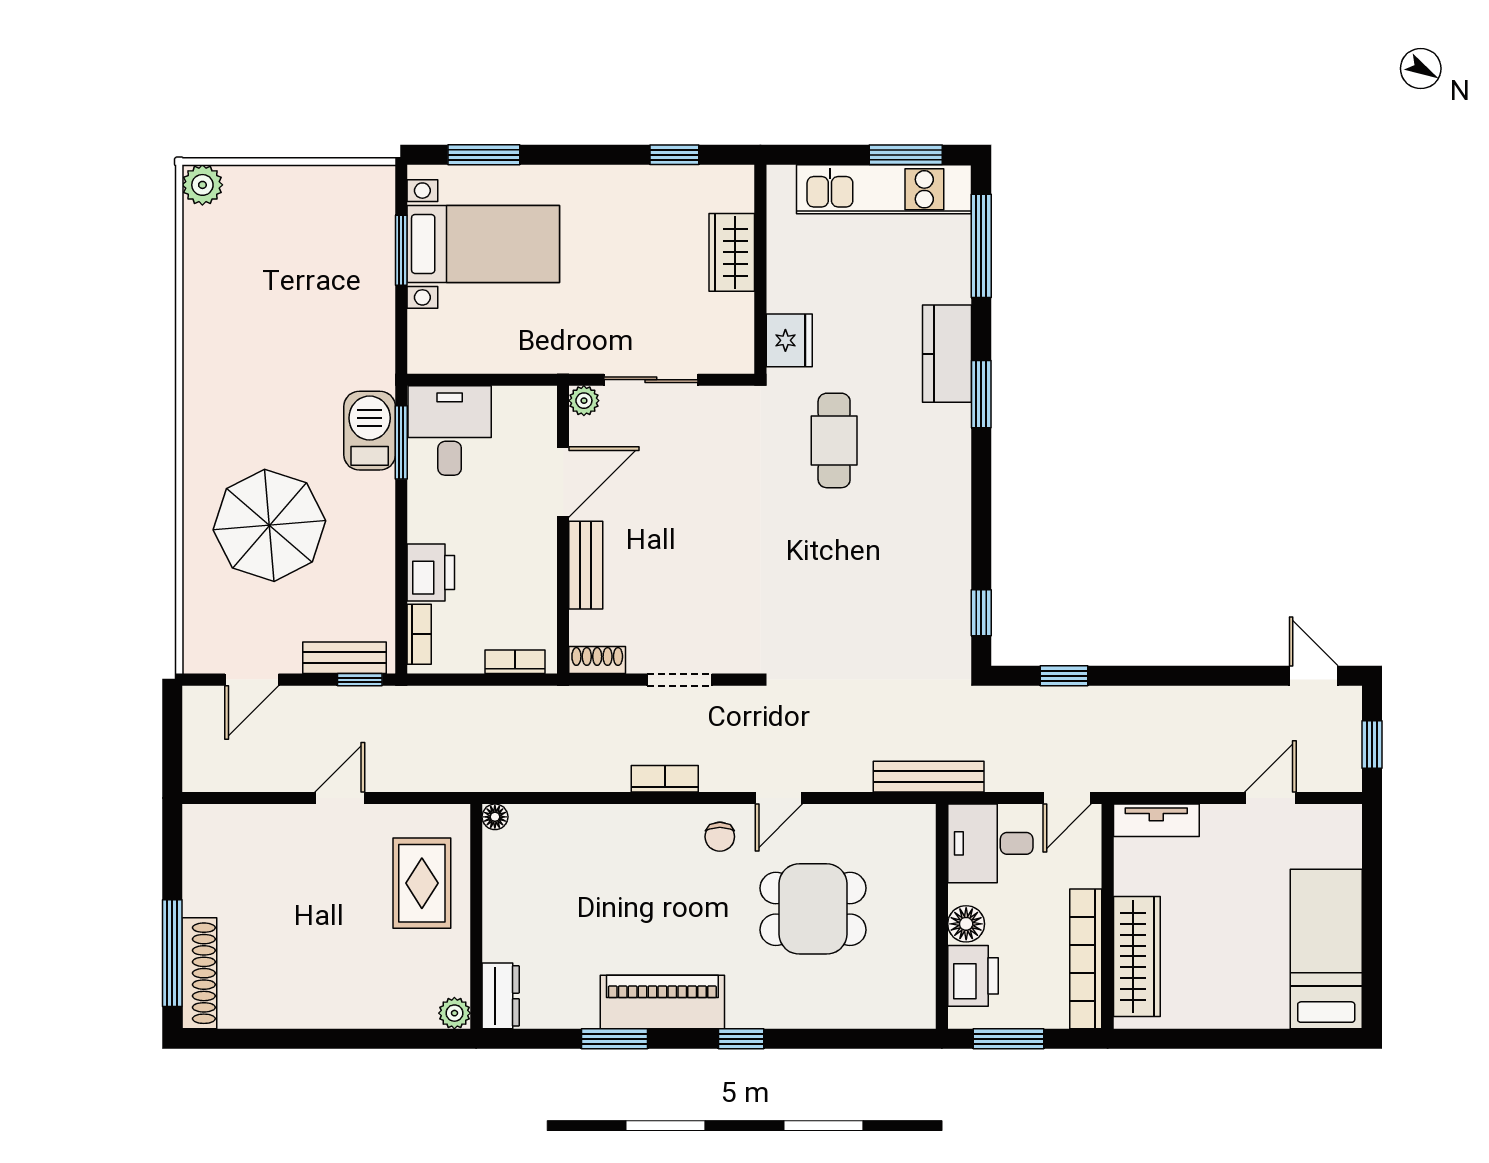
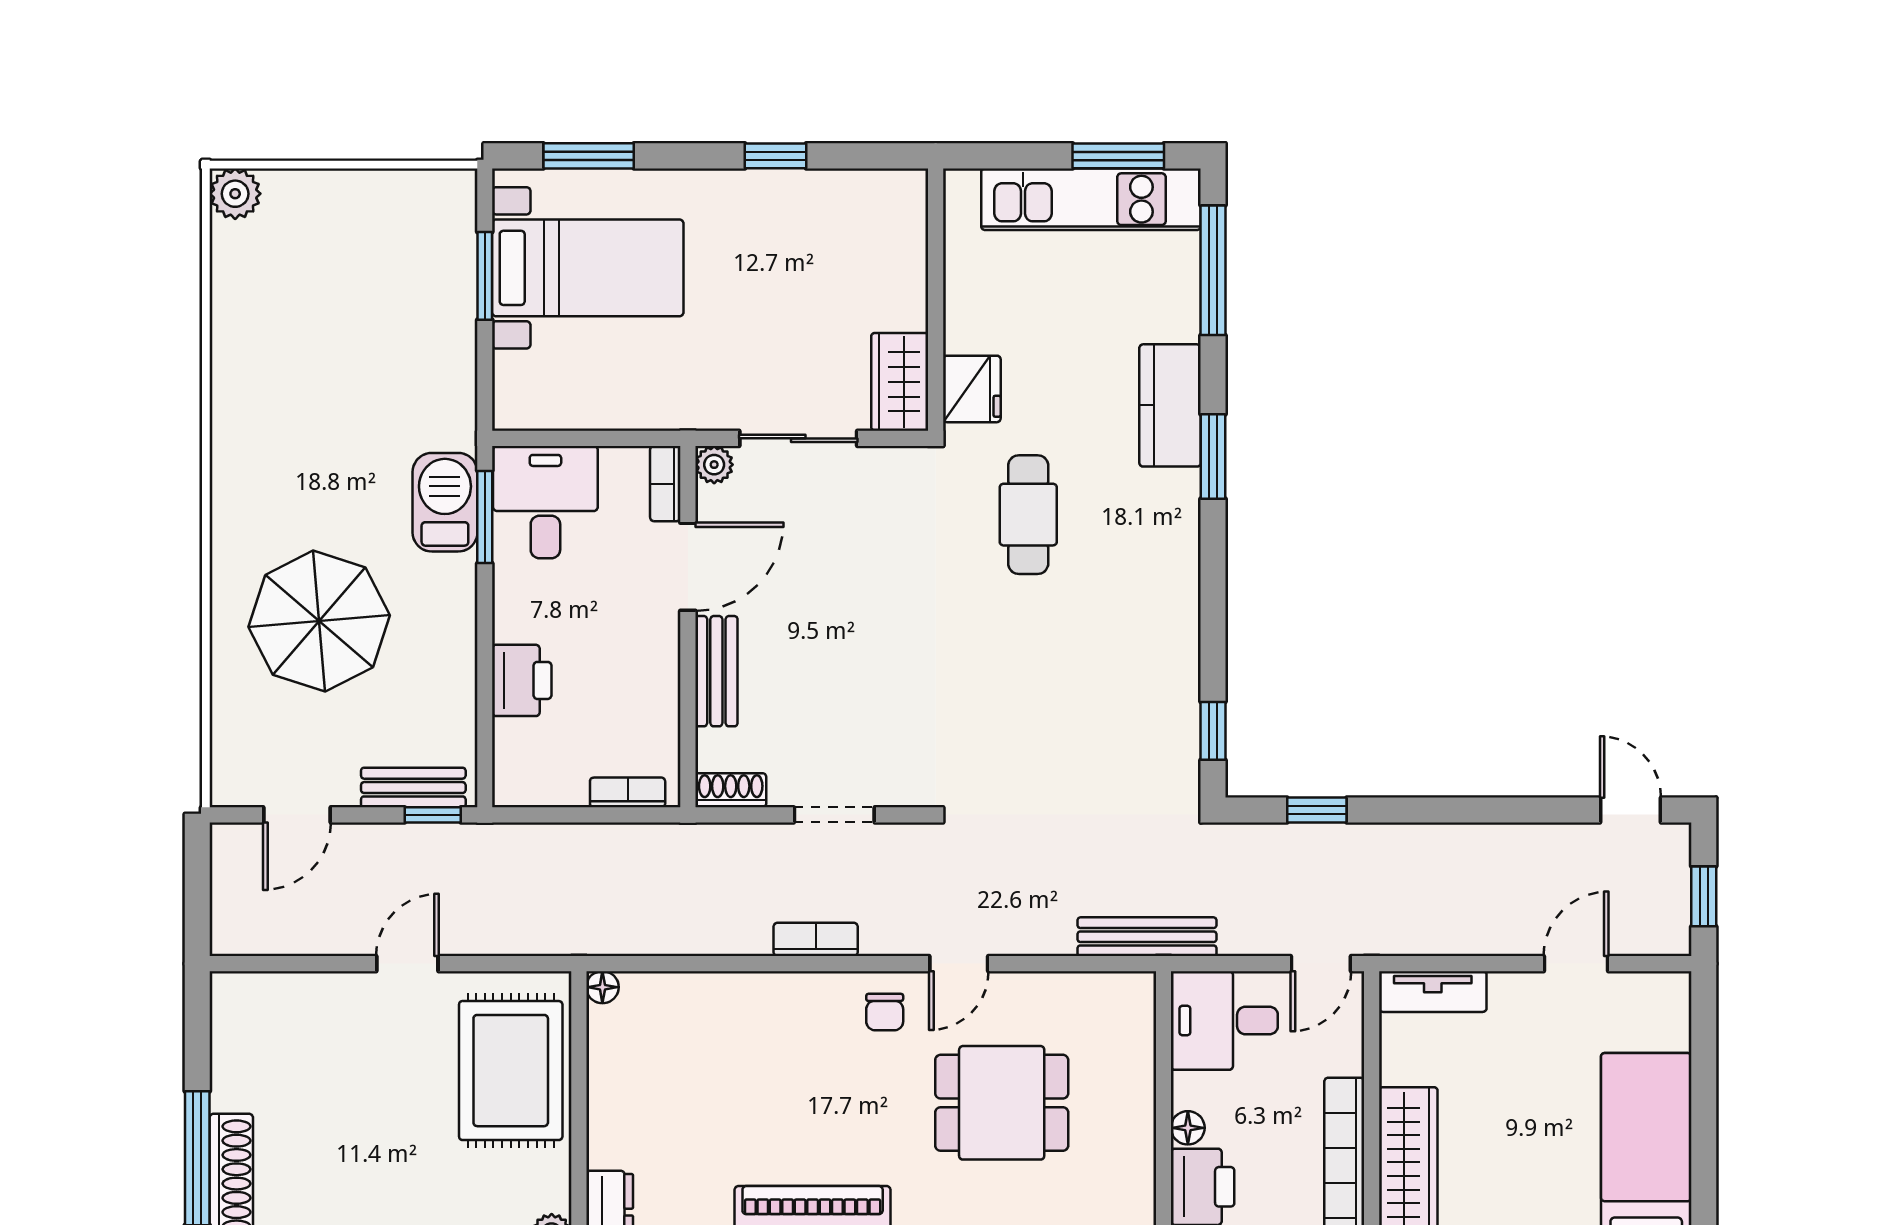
window: (674, 155) -> (775, 156), moved
wardrobe: (732, 252) -> (900, 382), moved
bookcase: (419, 634) -> (665, 484), moved, turned 180
rug: (422, 883) -> (511, 1071), width x1.36, depth x1.43
floor lamp: (966, 924) -> (1188, 1128), width x0.73, depth x0.73

